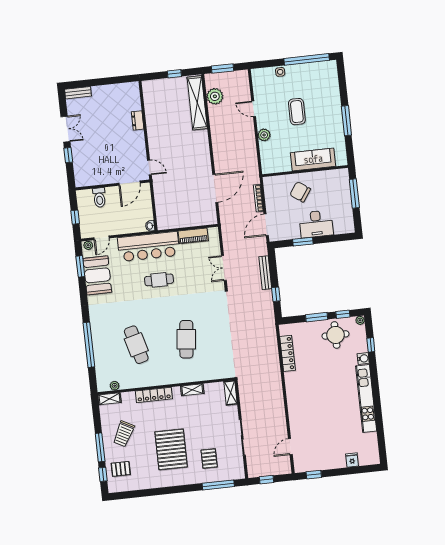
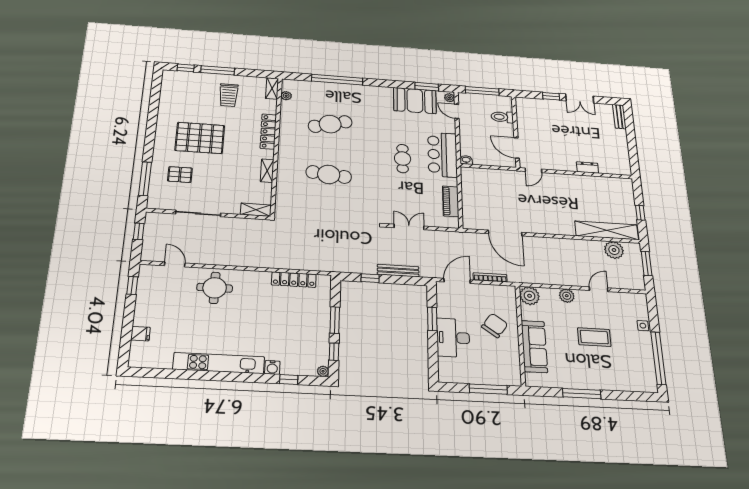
plant: (269, 165) -> (530, 296), added
window: (75, 217) -> (482, 91), width x2.17
door: (266, 225) -> (457, 281), hinge flipped
bar counter: (149, 247) -> (442, 155), width x0.73
round table: (335, 335) -> (215, 288), moved
trolley: (124, 434) -> (229, 95), turned -118
pallet: (121, 469) -> (188, 85), removed

